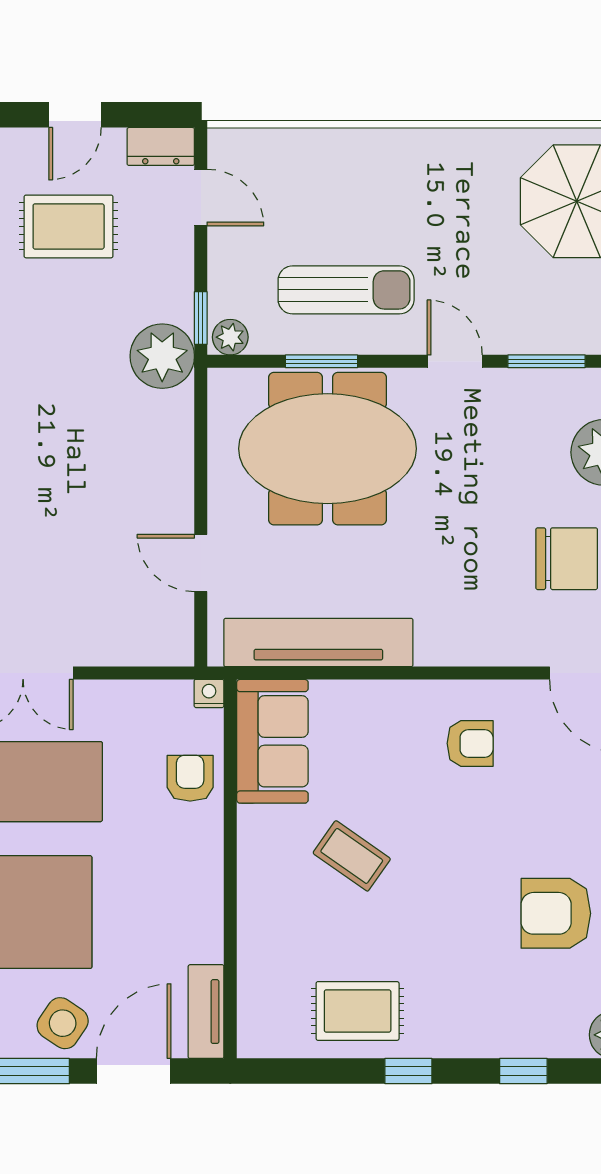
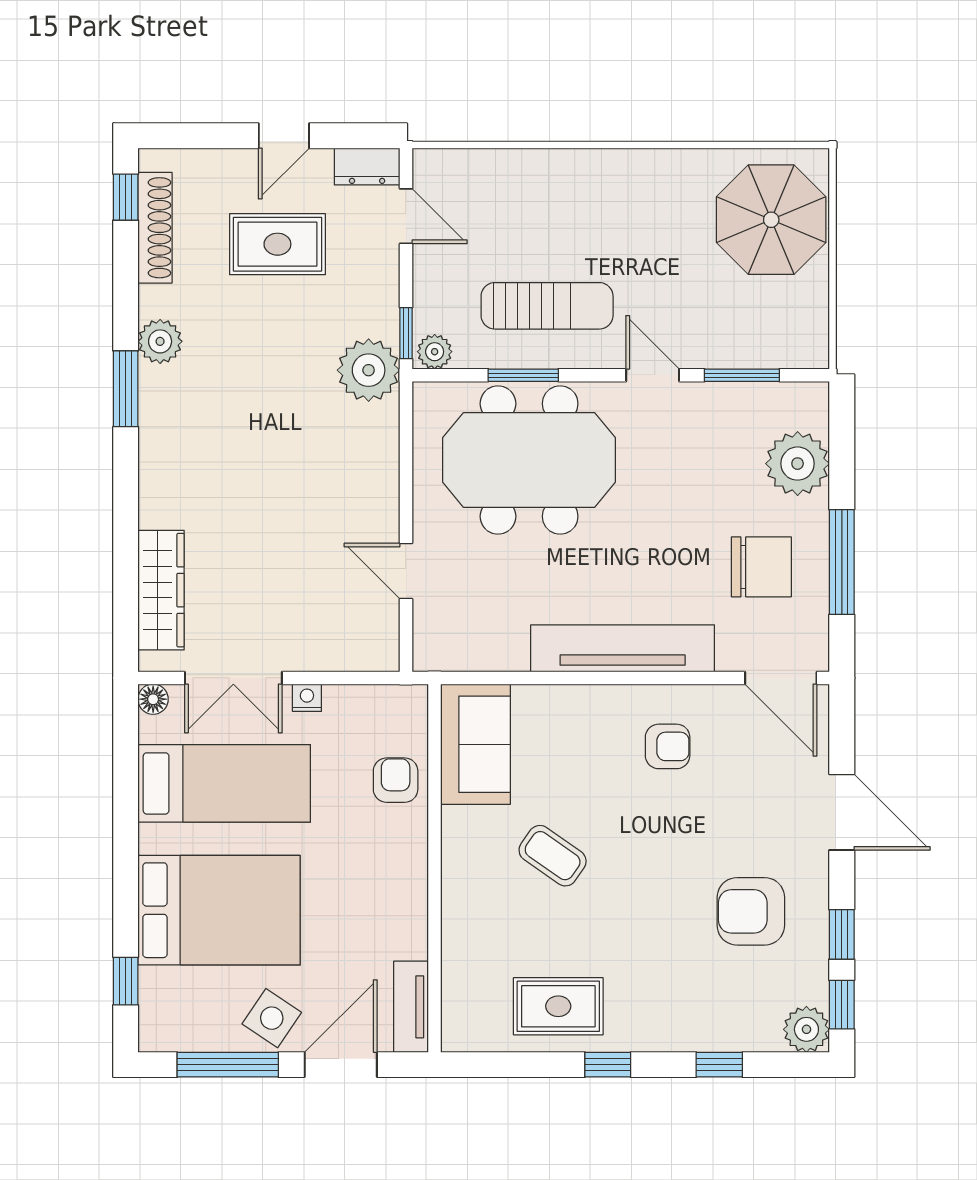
tv unit: (318, 642) -> (623, 648), moved
nightstand: (209, 693) -> (307, 698), moved

